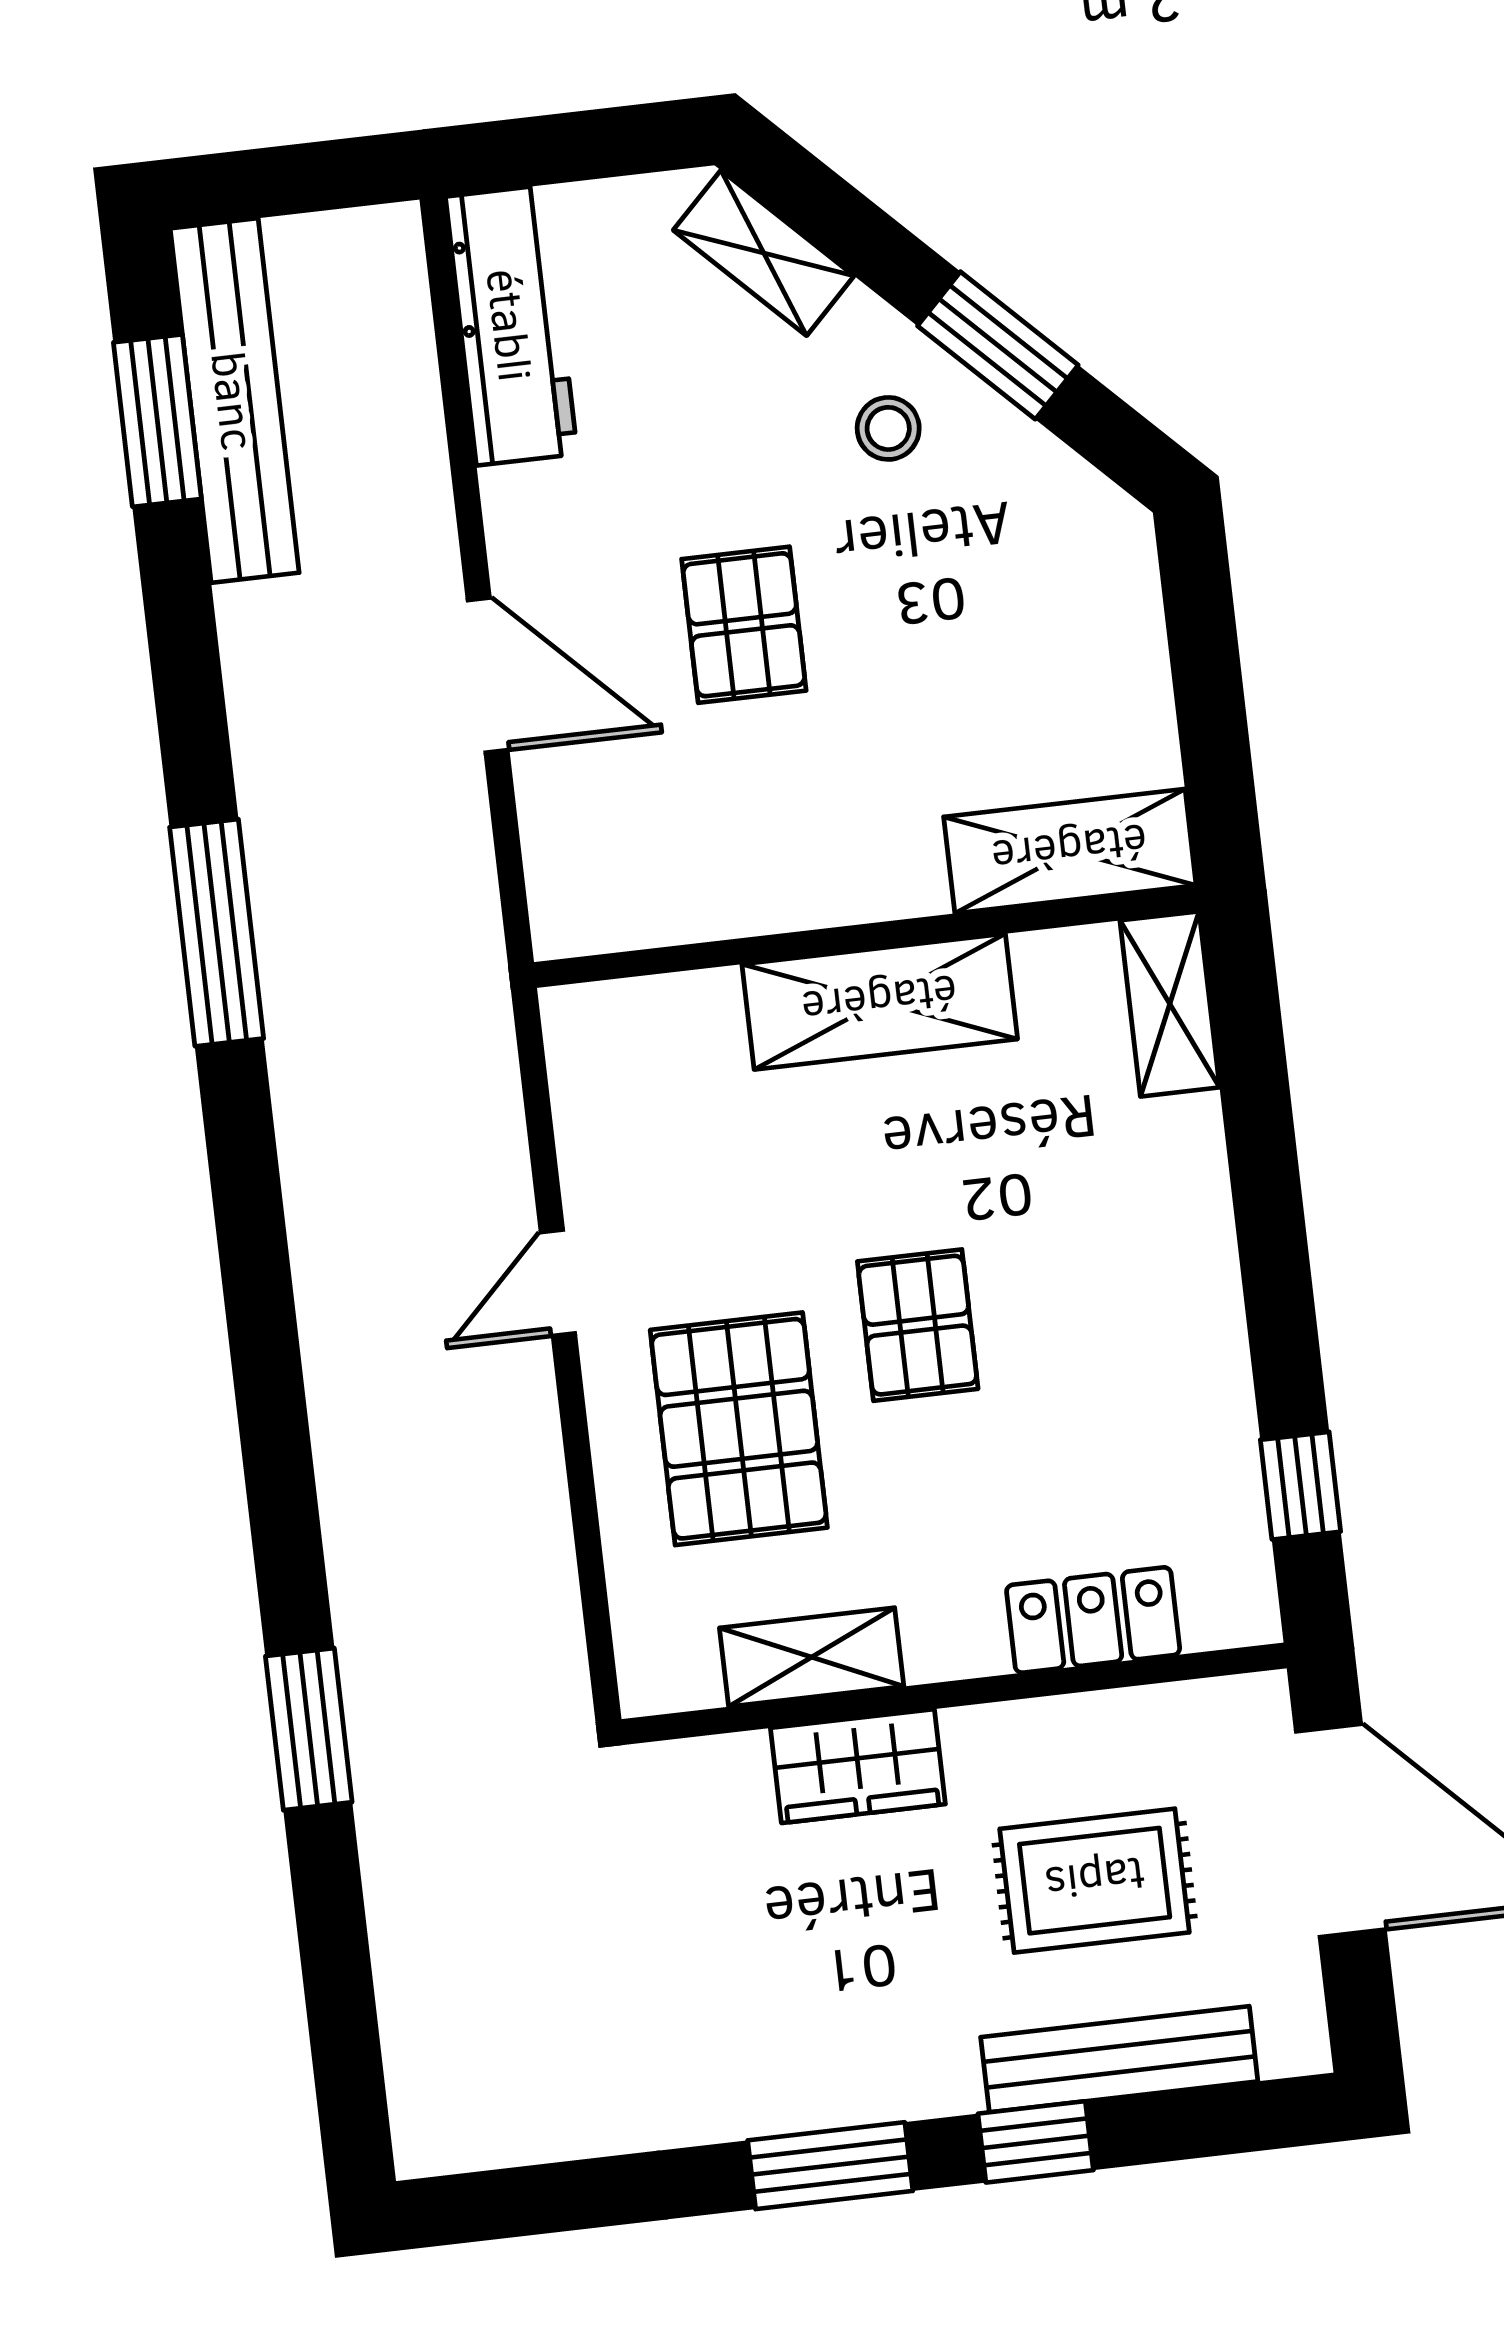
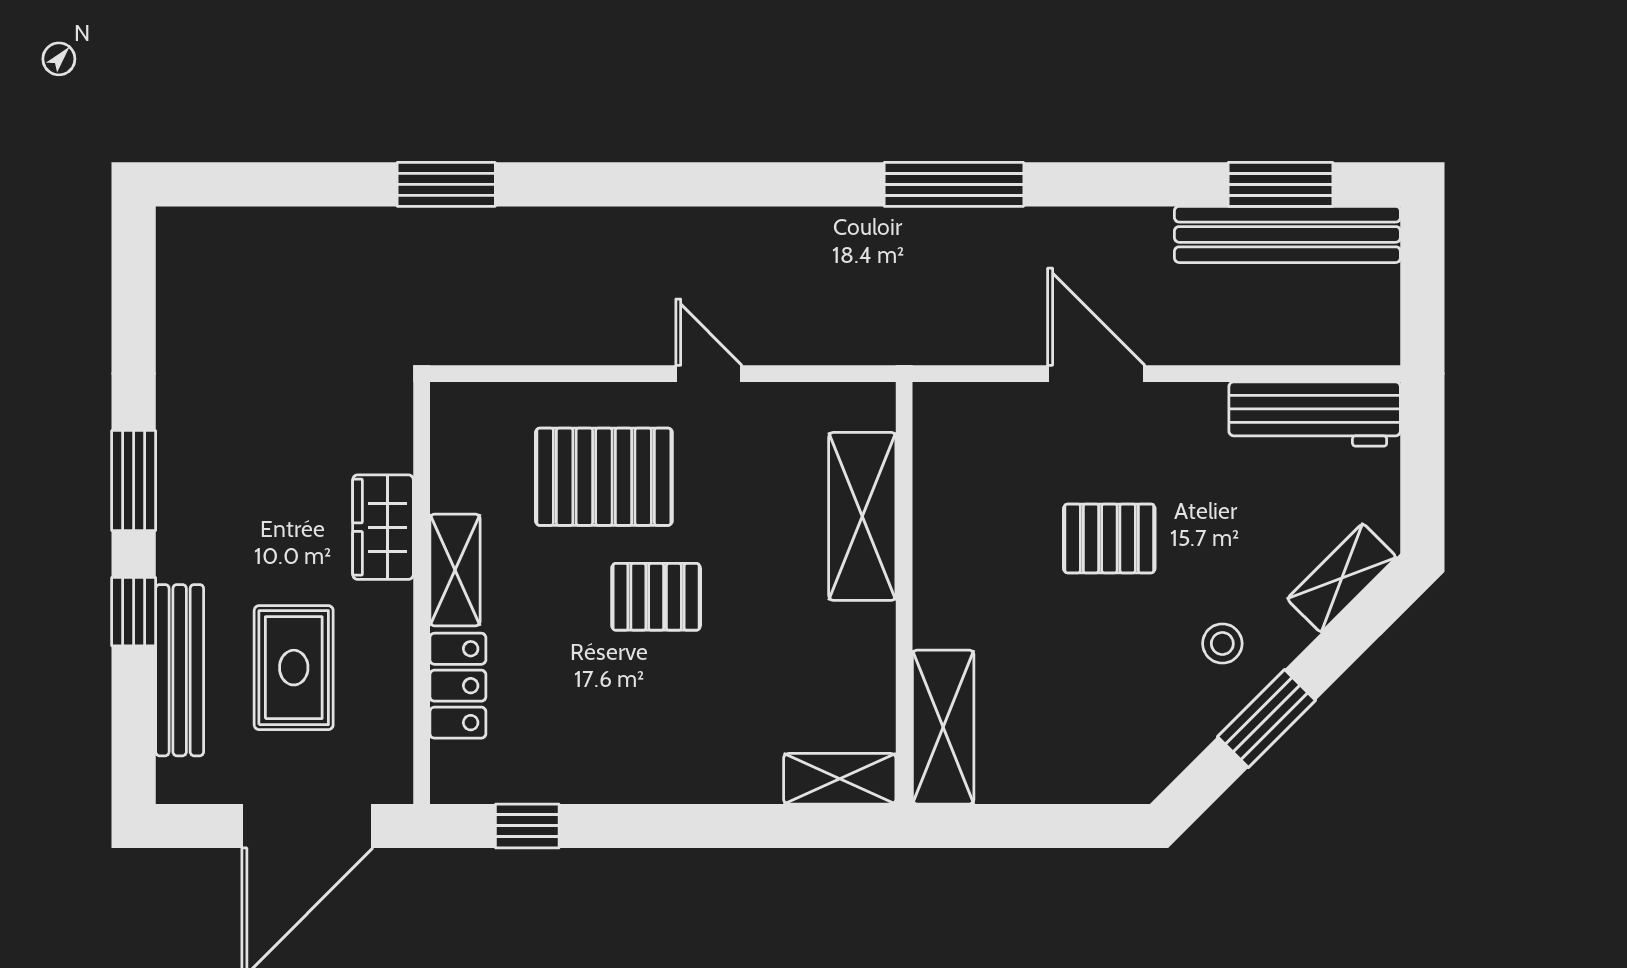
door: (488, 675) -> (1096, 374), swing flipped
shelving: (880, 1002) -> (862, 516), moved
shelving: (812, 1657) -> (455, 570), moved

